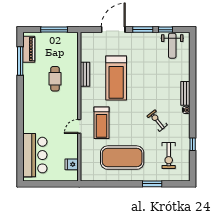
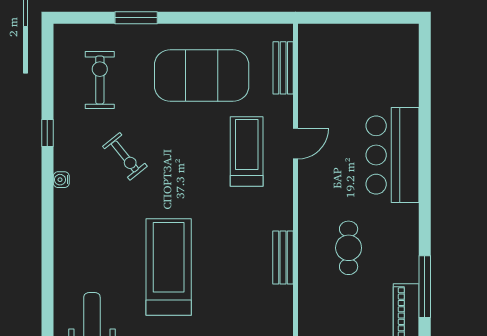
treadmill: (116, 78) -> (169, 267), moved
bench: (185, 93) -> (283, 68), moved
window: (193, 144) -> (47, 133), moved
bar counter: (35, 155) -> (393, 155), moved
fridge: (72, 164) -> (312, 61), removed

